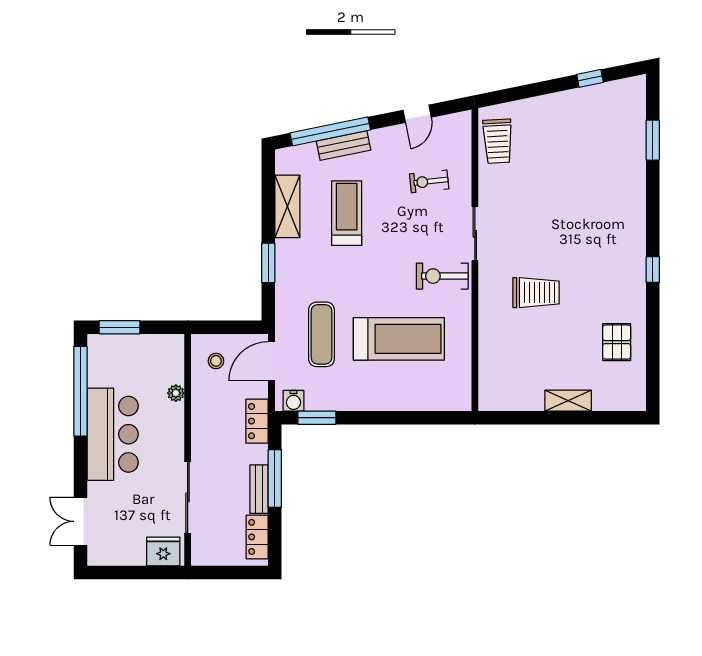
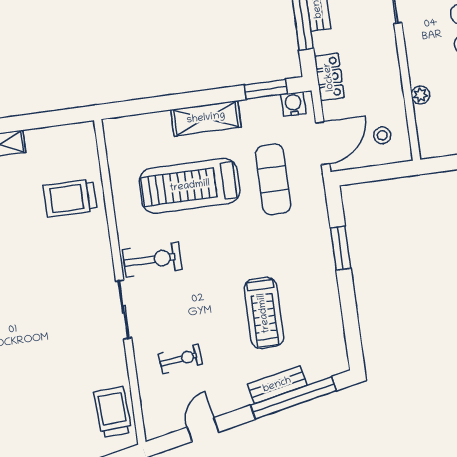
shelving: (287, 206) -> (206, 118), moved, turned 90
trolley: (536, 293) -> (70, 198), moved

